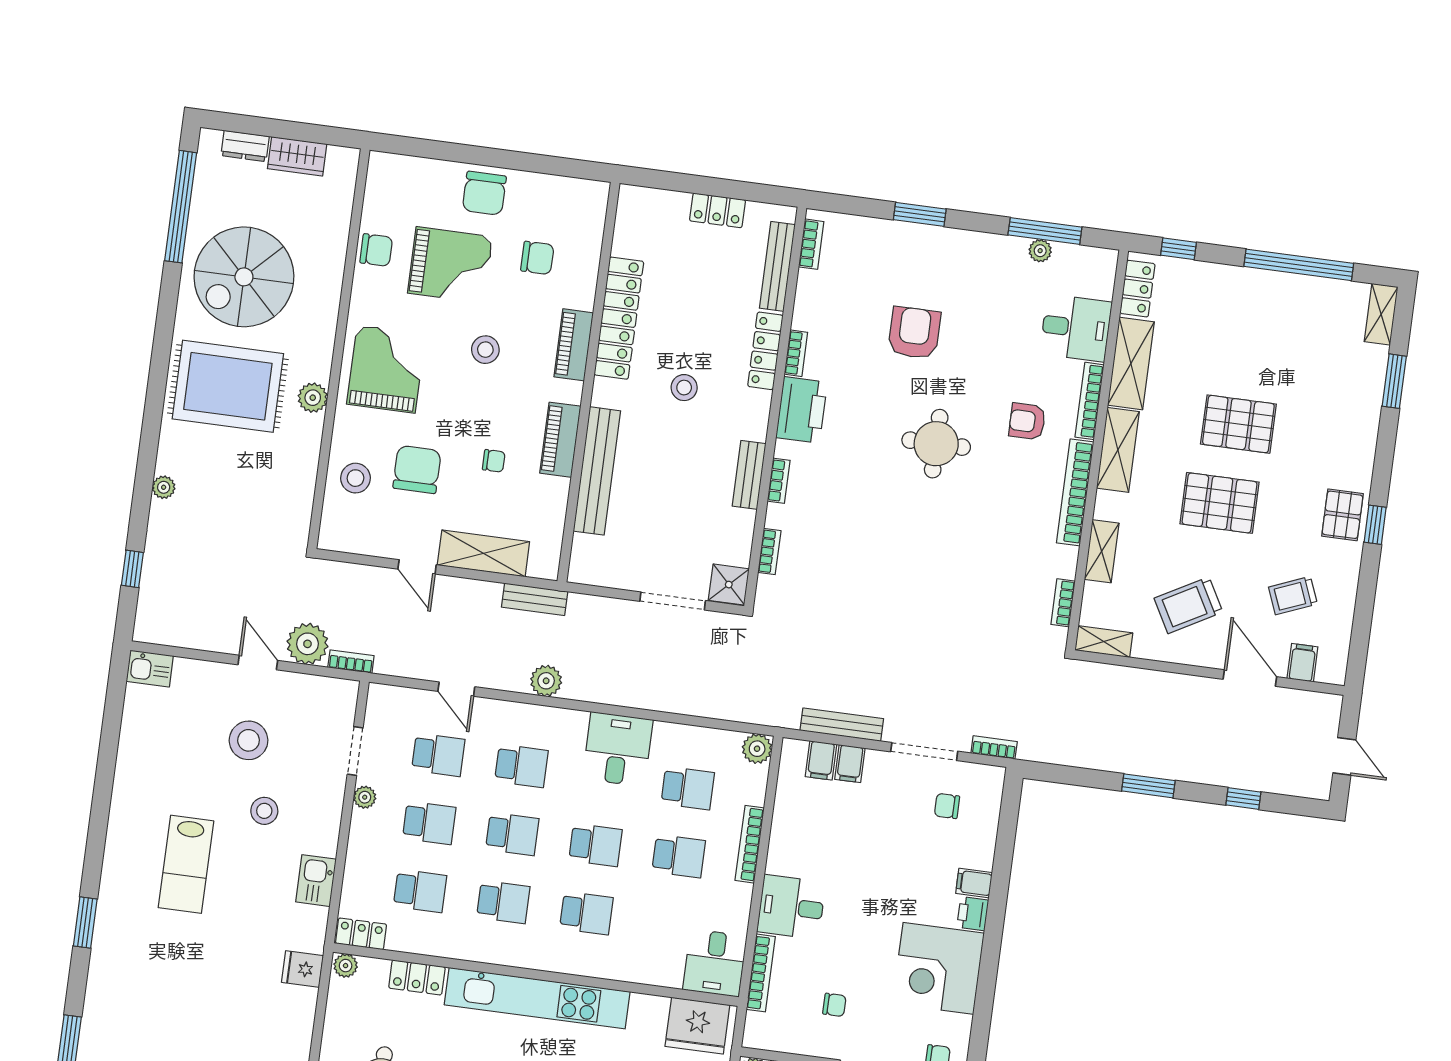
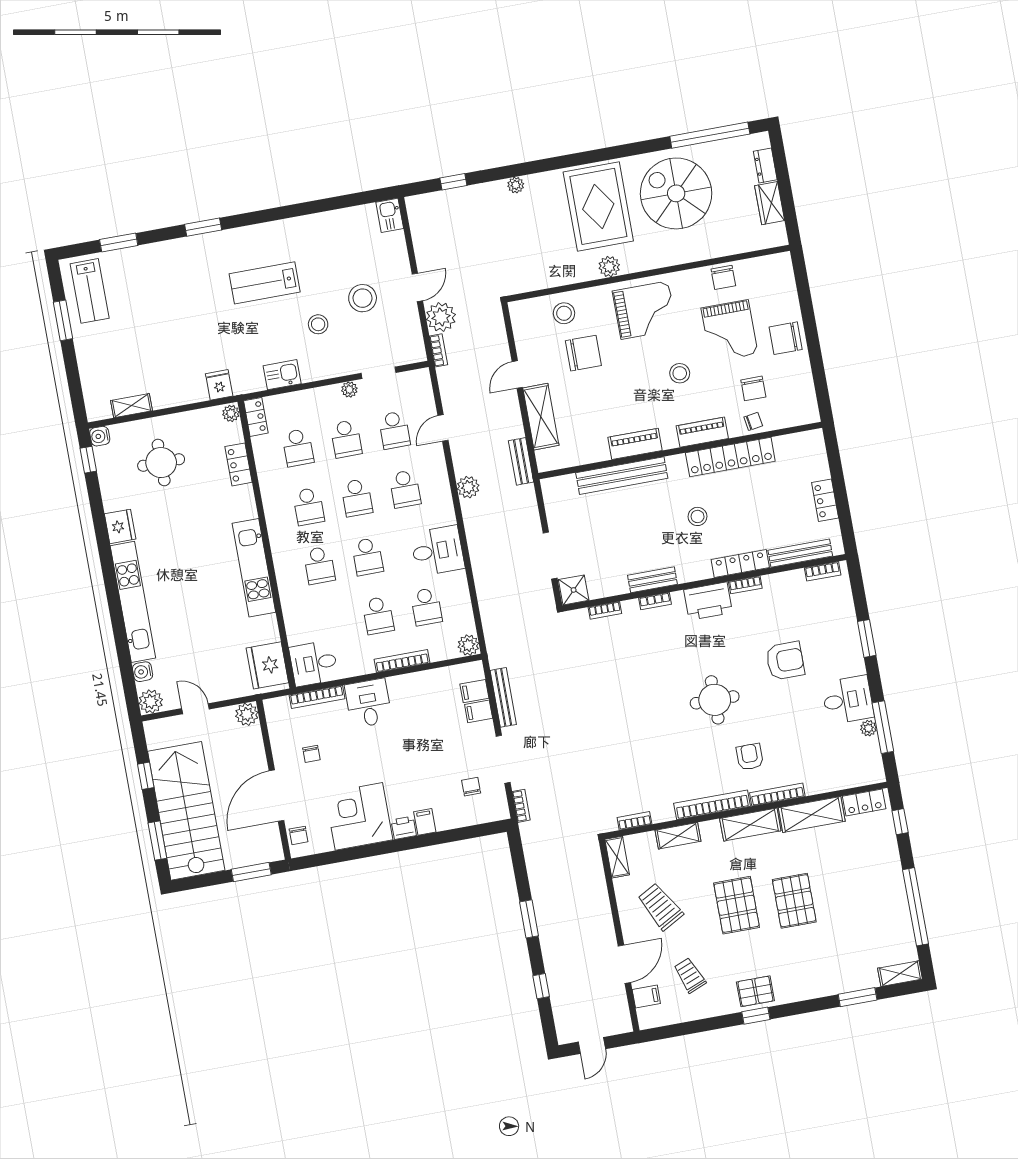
desk: (1076, 328) -> (848, 700), moved, turned -90
chair: (494, 461) -> (753, 421), moved, turned -99
kitchen unit: (537, 998) -> (254, 568), width x0.73

